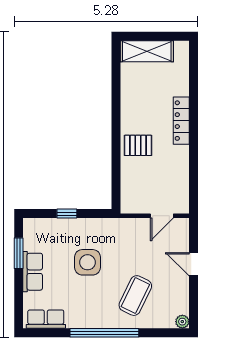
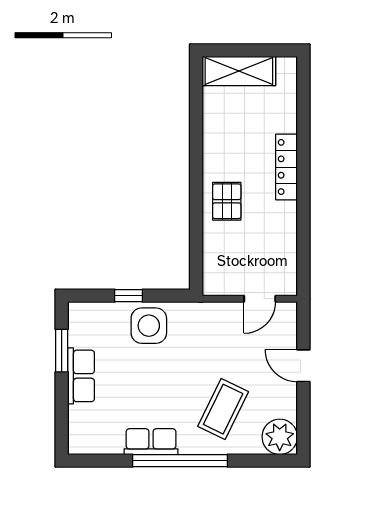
pallet: (138, 145) -> (227, 201), turned 90
side table: (87, 262) -> (149, 326), moved
row of seats: (46, 319) -> (151, 442), moved
plant: (182, 322) -> (280, 437), width x1.87, depth x1.87

